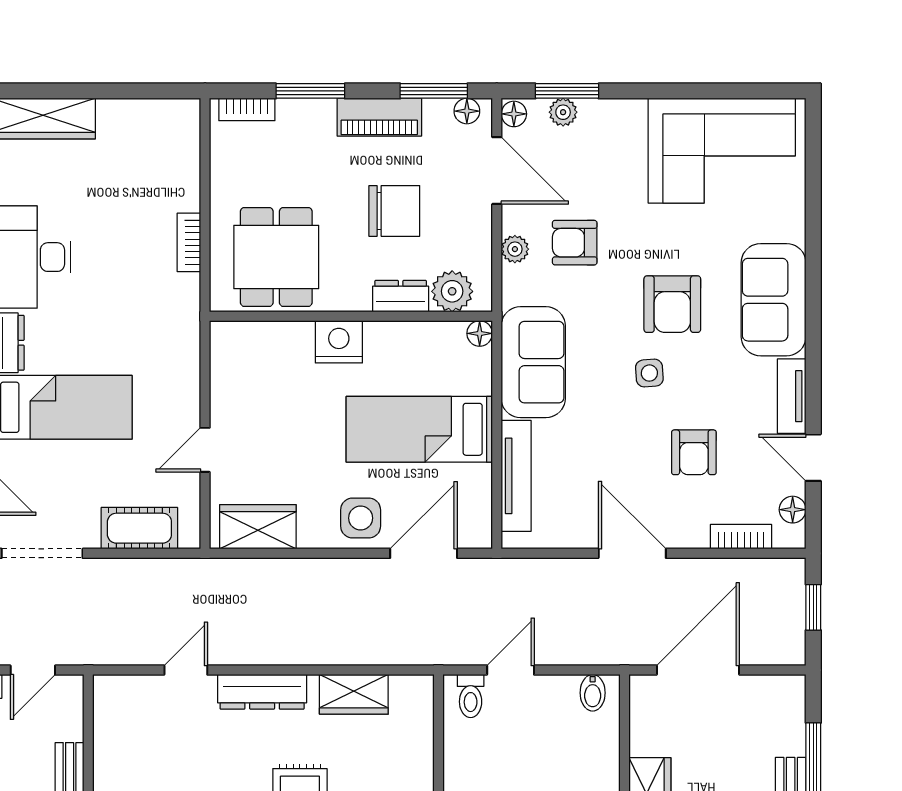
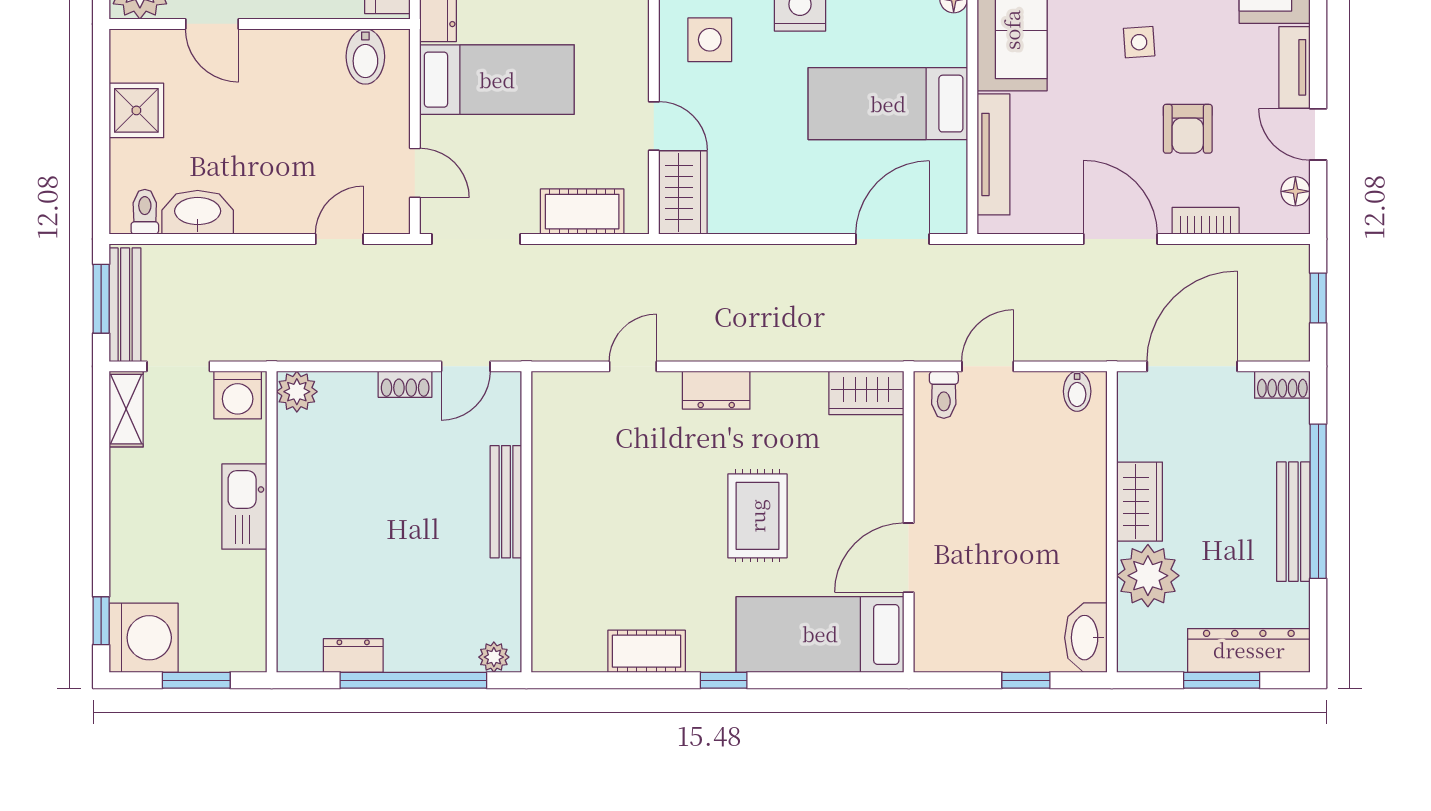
door: (205, 450) -> (654, 126), swing flipped
side table: (361, 518) -> (710, 40), moved
wardrobe: (258, 527) -> (683, 193), moved, turned 90
bookcase: (741, 537) -> (1206, 221), moved
shoe rack: (781, 687) -> (1282, 385), added
dresser: (262, 692) -> (716, 390), width x0.70
wardrobe: (354, 694) -> (866, 393), moved

